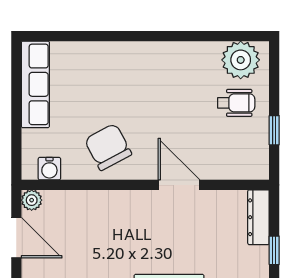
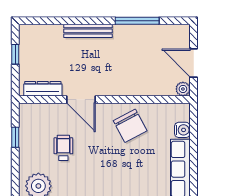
wheelchair: (236, 103) -> (63, 148), moved, turned 90
water cooler: (49, 169) -> (182, 130), moved, turned 90
dresser: (258, 217) -> (43, 89), moved, turned -90

